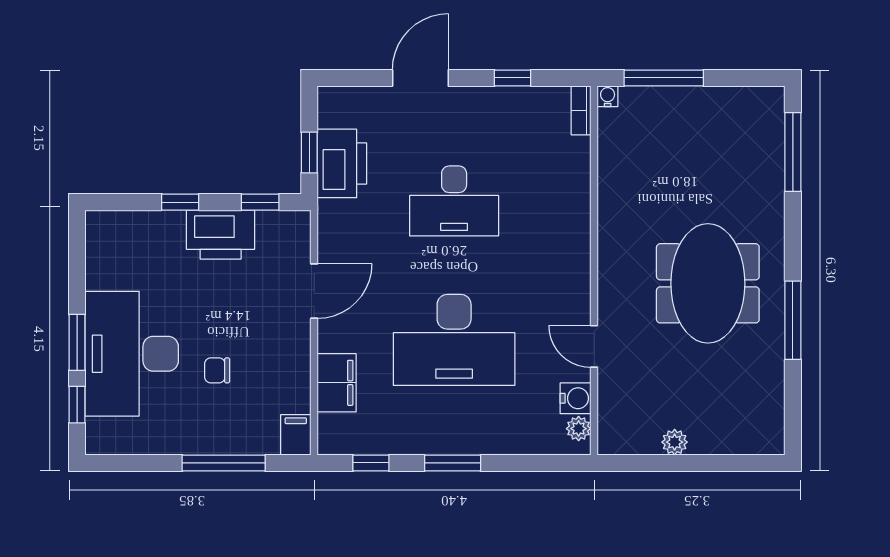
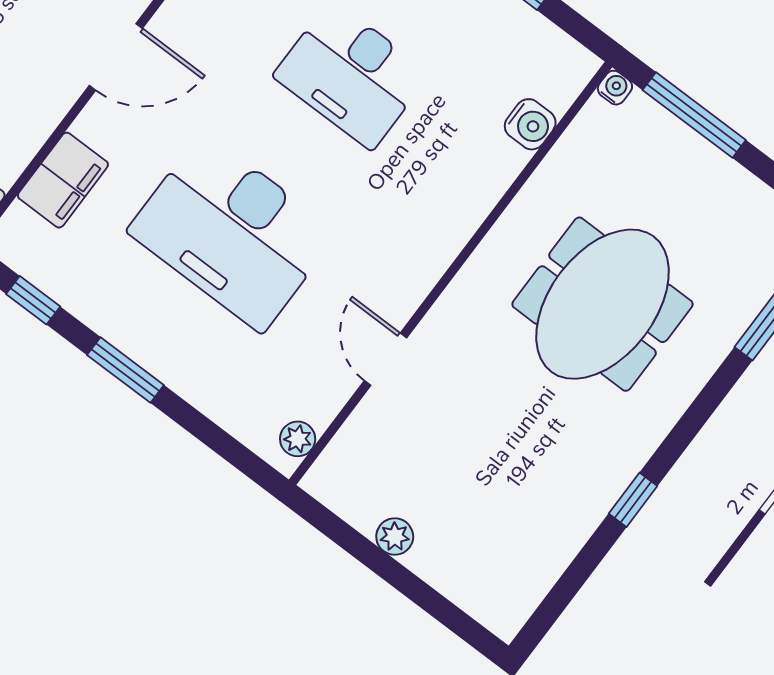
bookcase: (581, 110) -> (573, 81), removed
meeting table: (708, 283) -> (603, 304), moved
window: (793, 320) -> (633, 500), width x0.46
water cooler: (576, 398) -> (530, 124), moved

